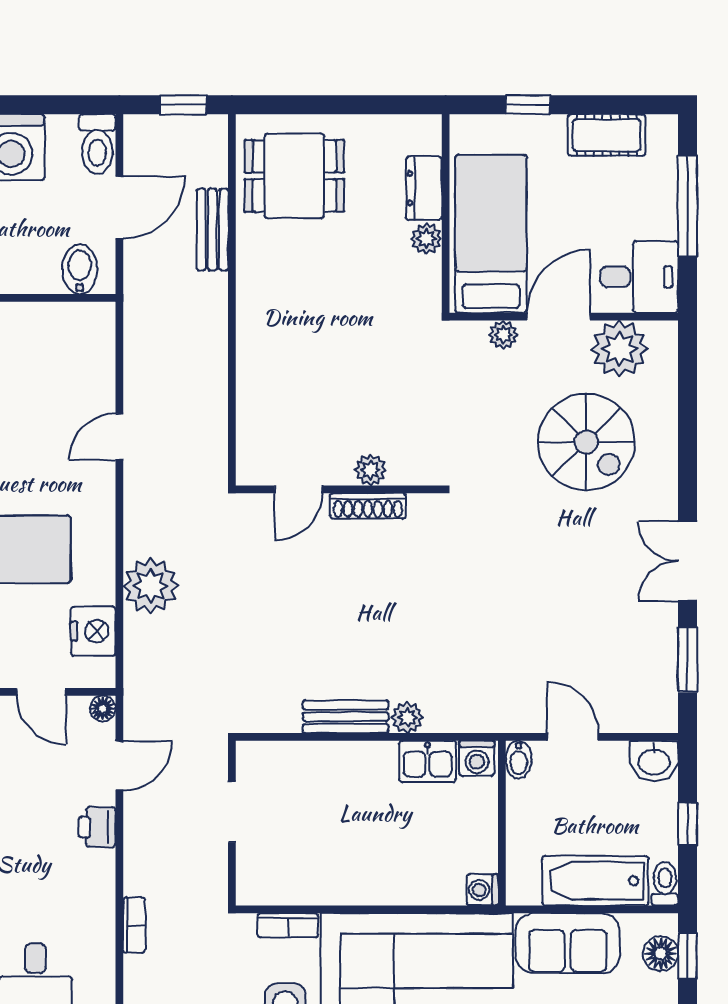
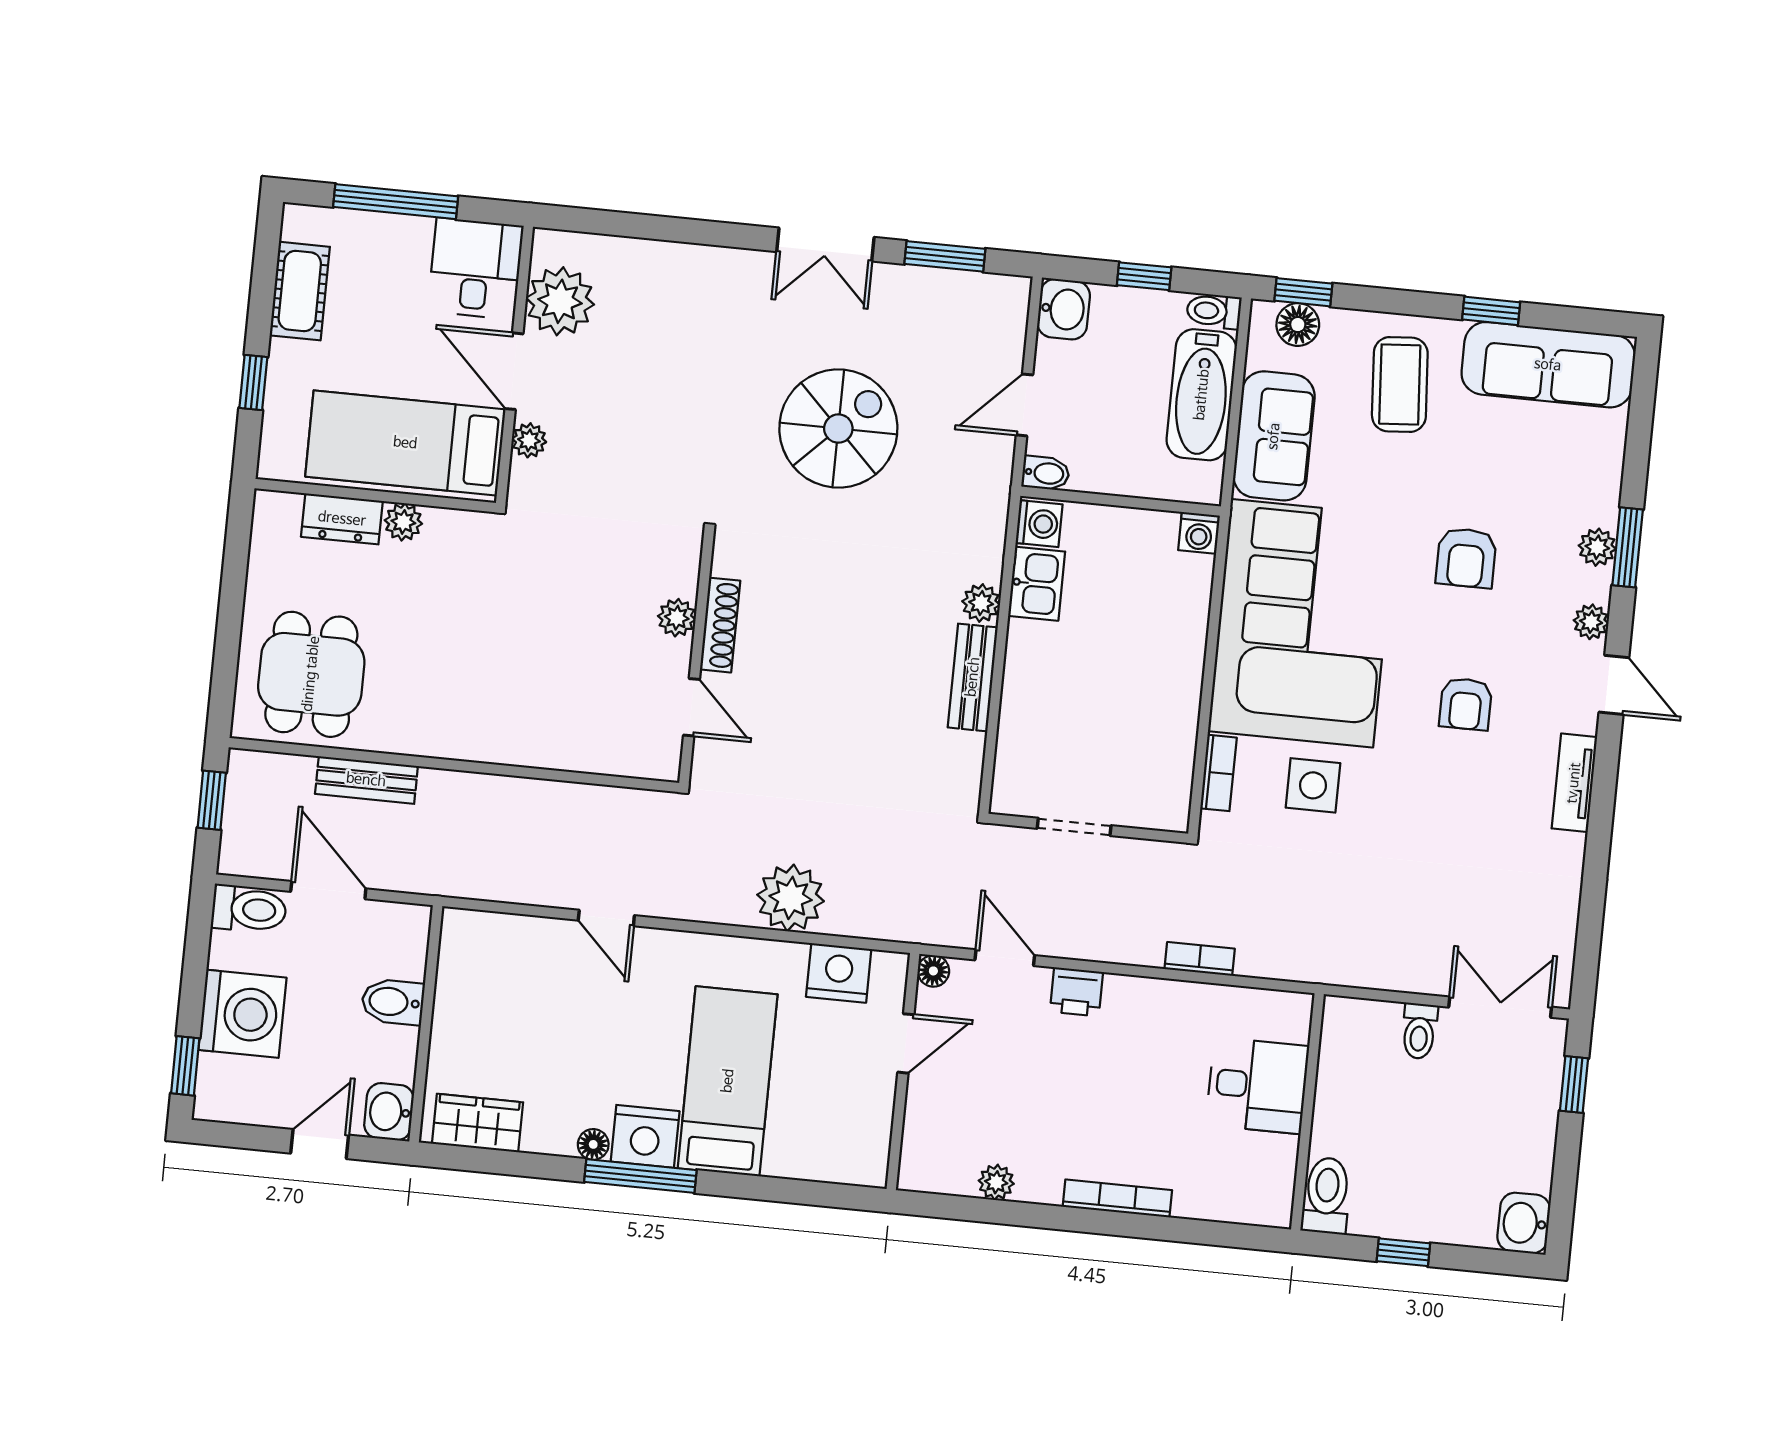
bidet: (80, 269) -> (393, 1002), moved
spiral stairs: (586, 442) -> (838, 429), moved

